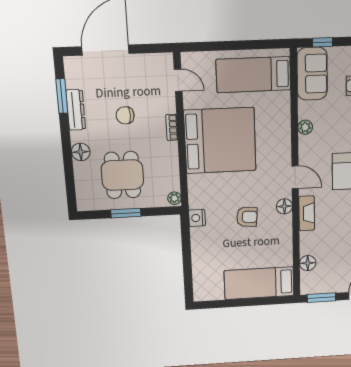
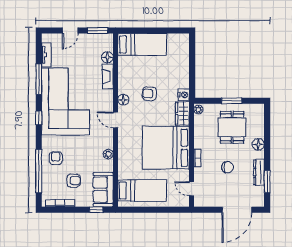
wardrobe: (198, 191) -> (182, 113), added
fireplace: (307, 213) -> (108, 76), moved

